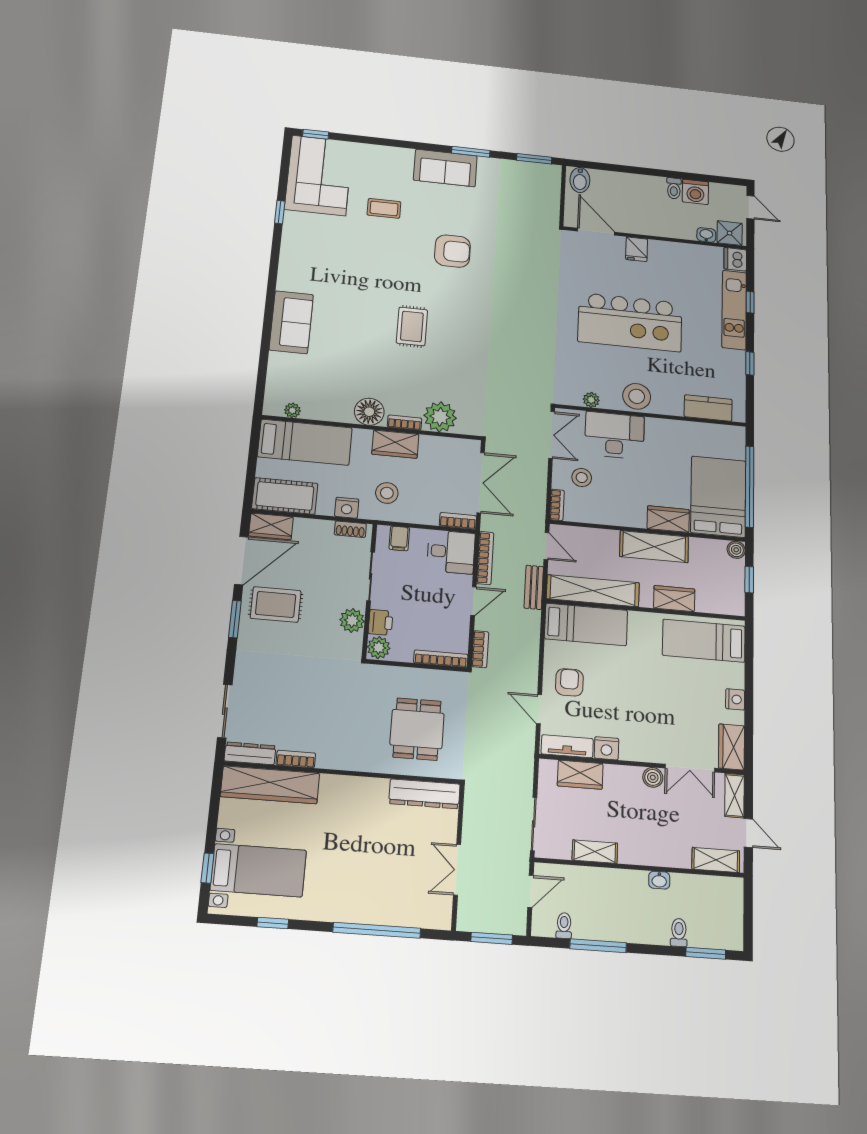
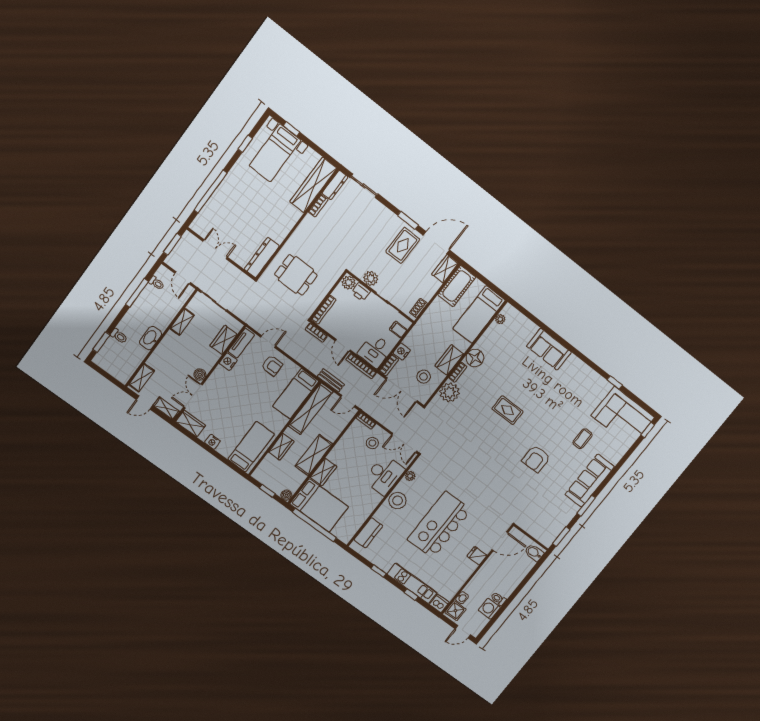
sofa: (445, 168) -> (590, 481), width x1.36
stool: (387, 493) -> (424, 377), moved
nightstand: (347, 508) -> (402, 352), moved
door: (241, 561) -> (436, 243), swing flipped
washbasin: (659, 880) -> (151, 338), width x1.91, depth x1.45

